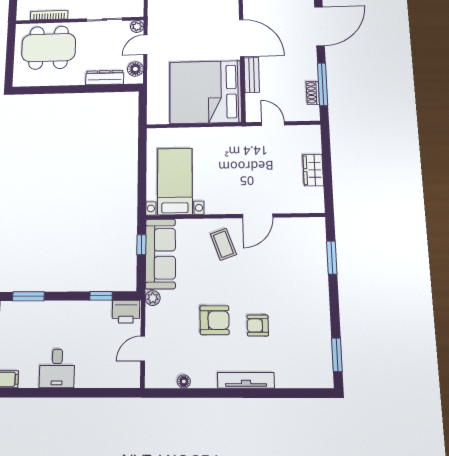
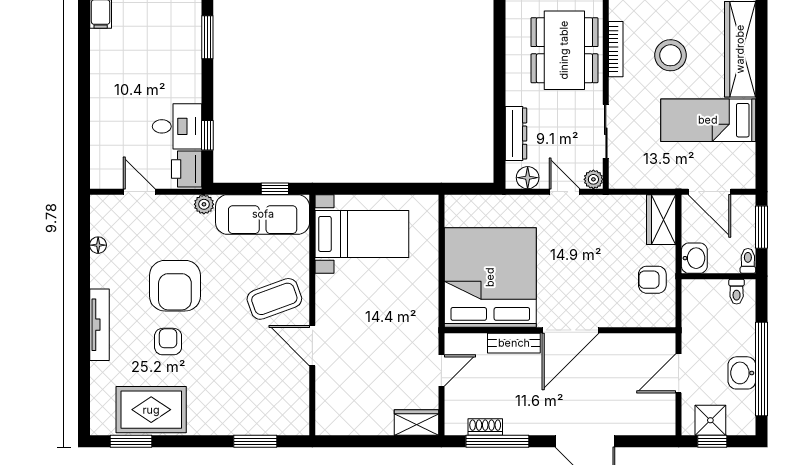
wardrobe: (313, 170) -> (416, 423), moved
coffee table: (223, 244) -> (274, 299), width x1.36, depth x1.30
armchair: (215, 320) -> (175, 286), width x1.36, depth x1.36
rug: (311, 339) -> (151, 410), added
desk: (57, 368) -> (177, 126), moved, turned 180

